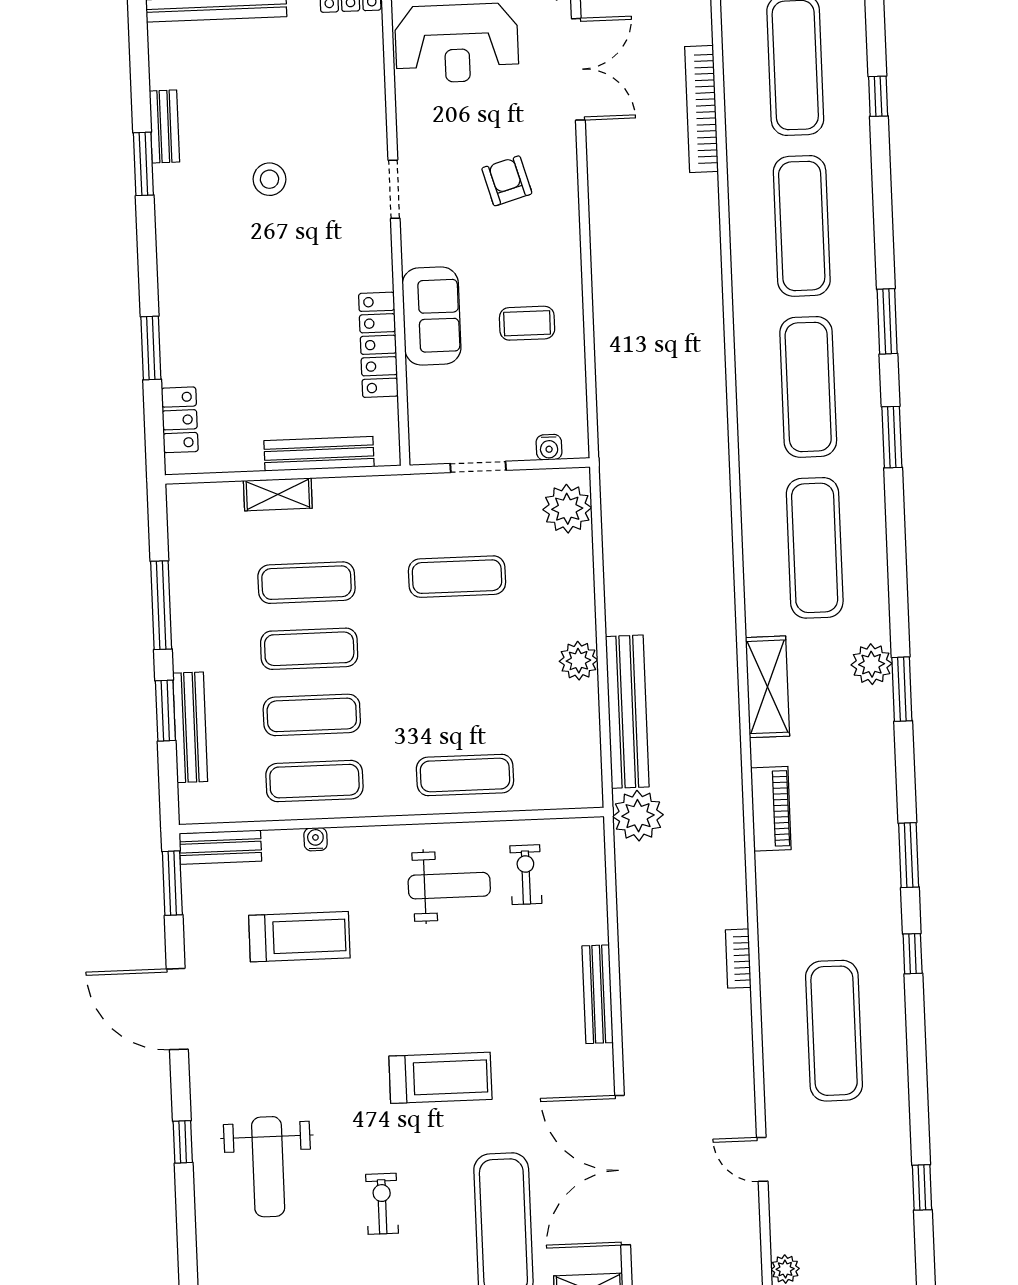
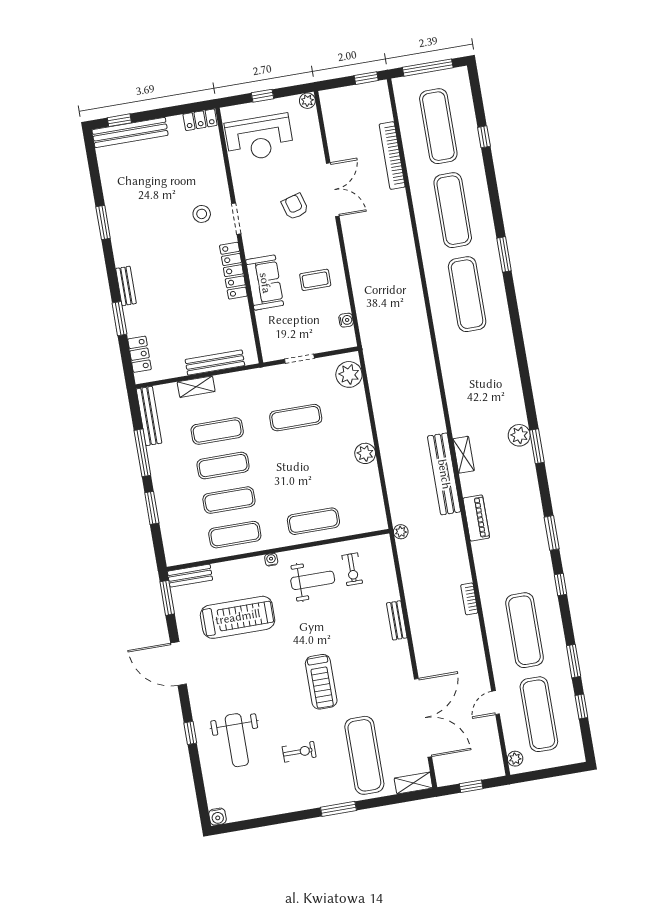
double door: (578, 69) -> (333, 190), moved
bench: (164, 126) -> (126, 286), moved
stool: (269, 179) -> (202, 214), moved
locker: (378, 345) -> (233, 271), moved
window: (892, 437) -> (574, 661), moved
water cooler: (549, 447) -> (346, 320), moved, turned -90
exercise mat: (815, 548) -> (539, 714), moved
shelving: (767, 687) -> (464, 455), width x0.67, depth x0.75
bench: (627, 712) -> (444, 474), moved
bench: (190, 727) -> (149, 416), moved
plant: (638, 816) -> (401, 532), width x0.53, depth x0.53
water cooler: (316, 839) -> (271, 560), moved
exercise bike: (526, 875) -> (352, 569), turned 180
treadmill: (299, 937) -> (238, 617), width x1.37, depth x1.38
bench: (598, 994) -> (397, 620), width x0.73
treadmill: (440, 1078) -> (321, 682), turned 90
door: (762, 1159) -> (496, 703), hinge flipped
double door: (623, 1170) -> (423, 718), swing flipped
exercise bike: (382, 1204) -> (299, 752), turned 90

